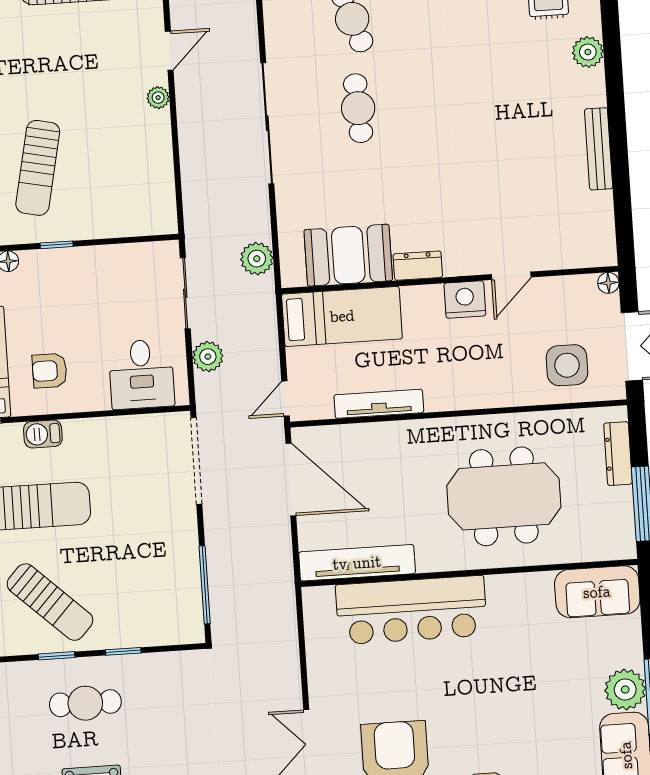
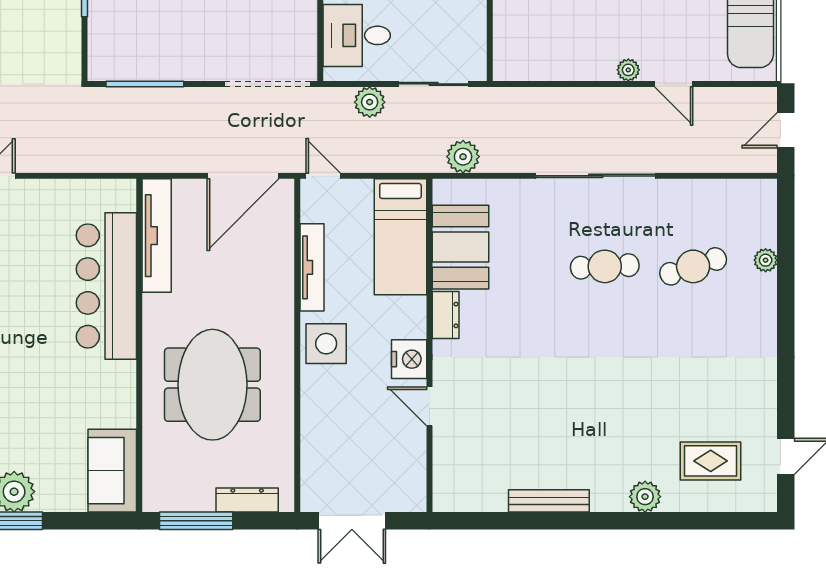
floor lamp: (608, 283) -> (416, 502), removed
side table: (567, 365) -> (326, 344), moved

